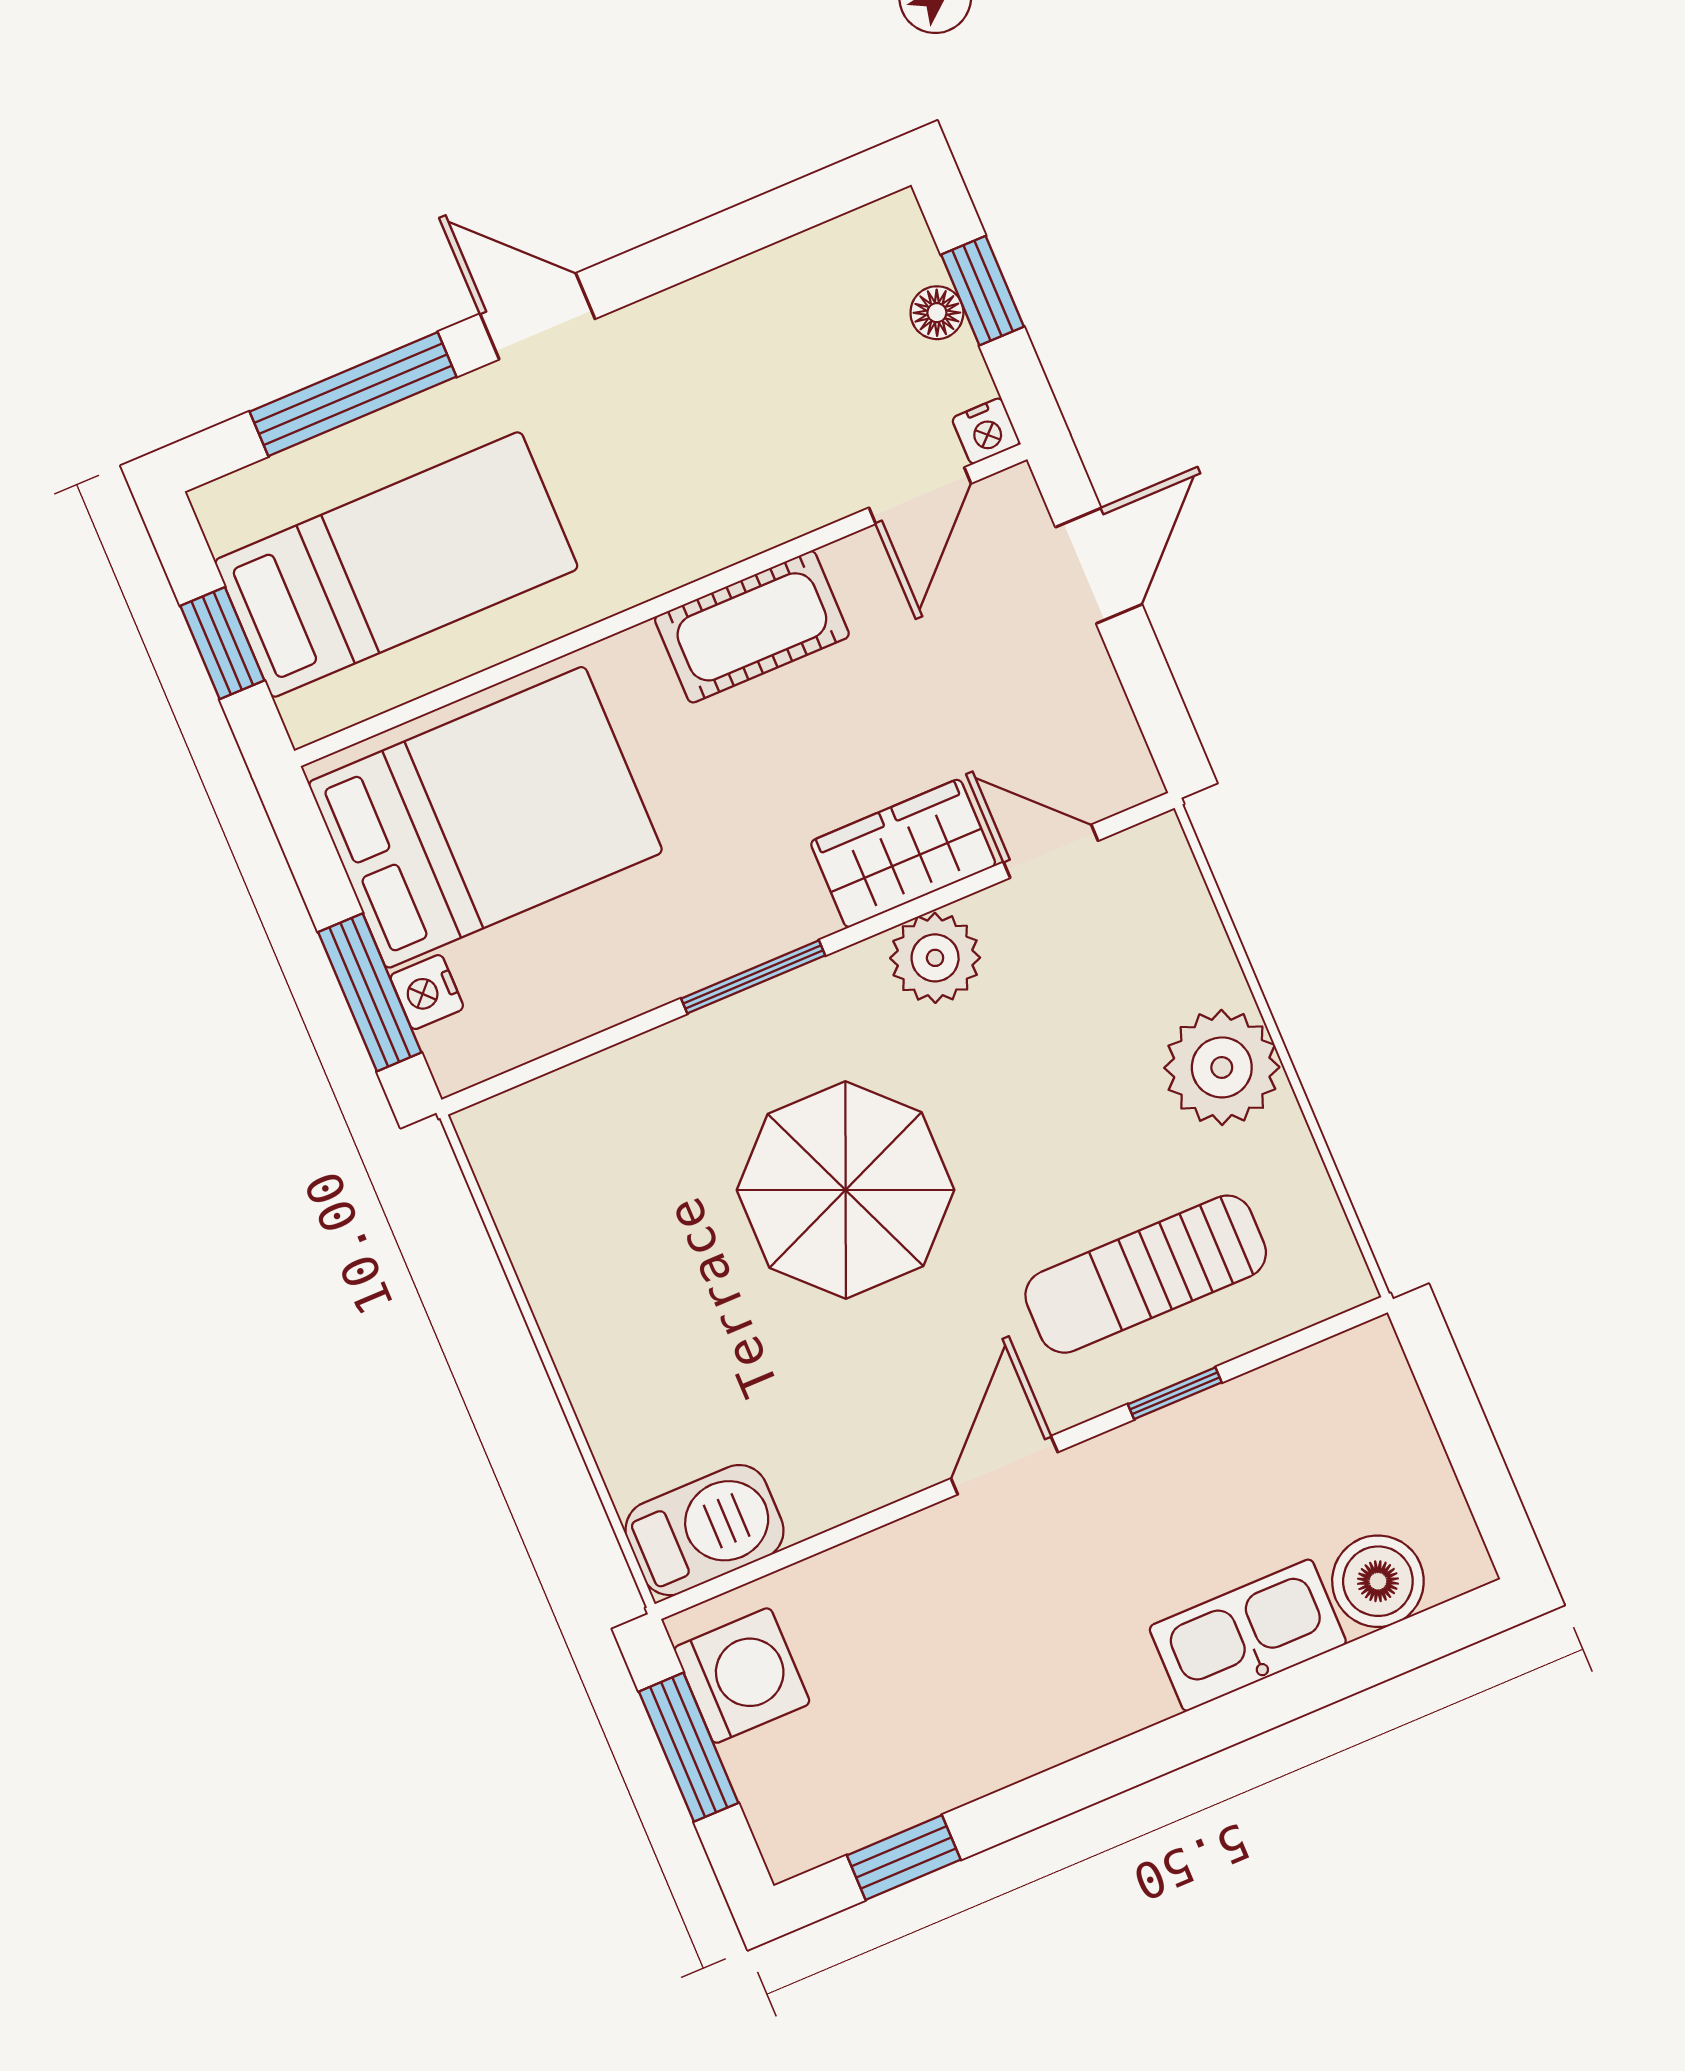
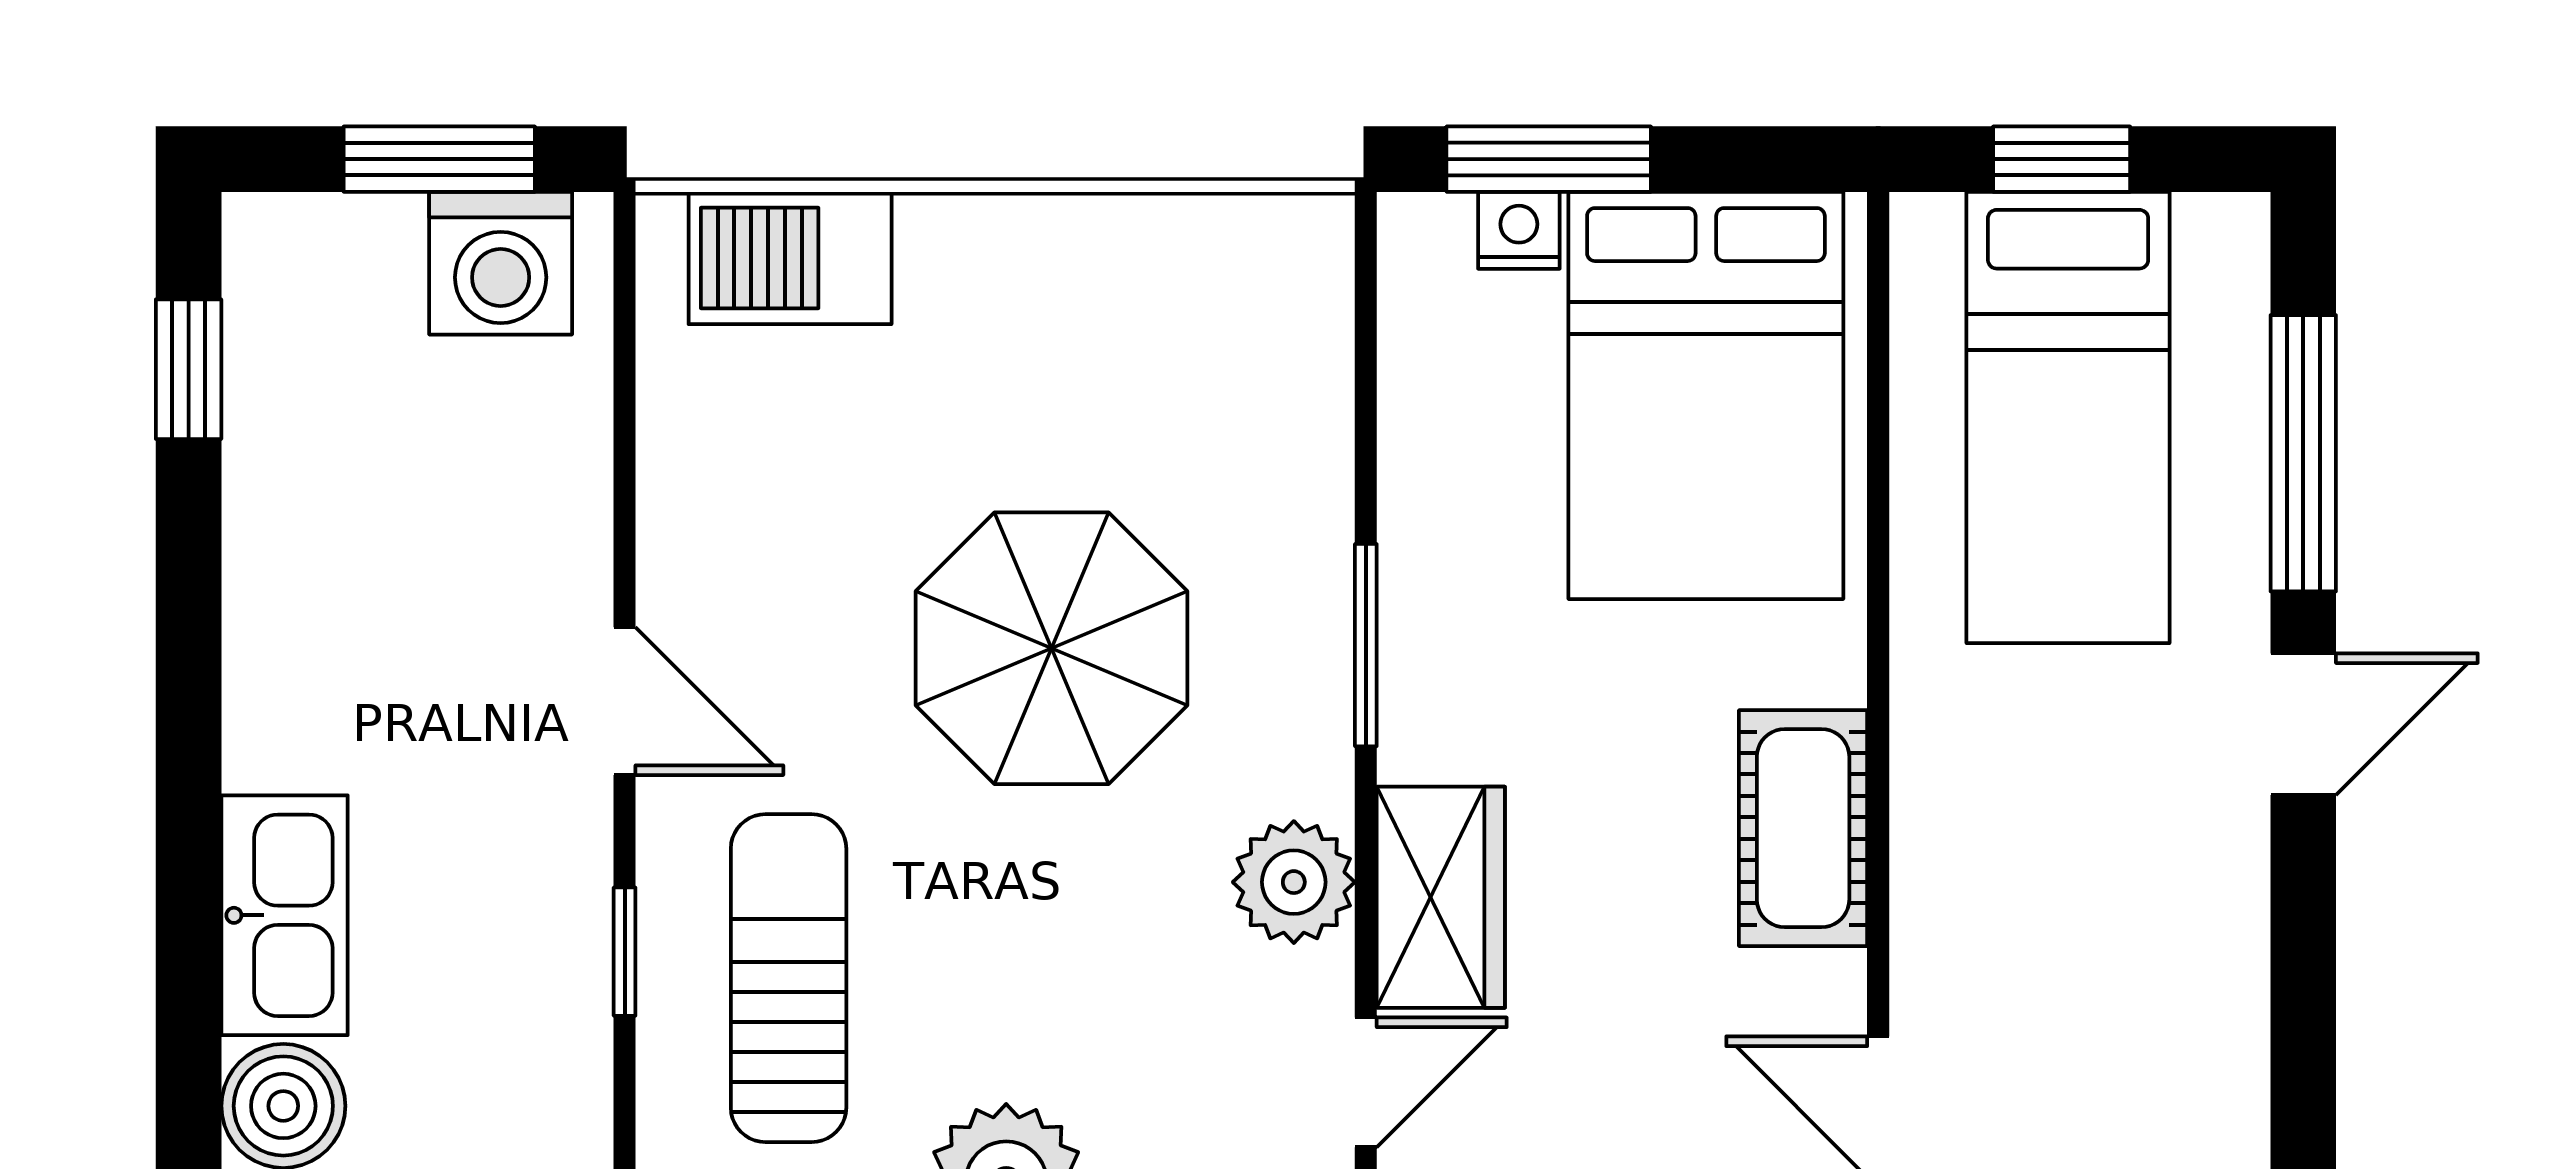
barbecue: (705, 1530) -> (790, 258), moved, turned 90

